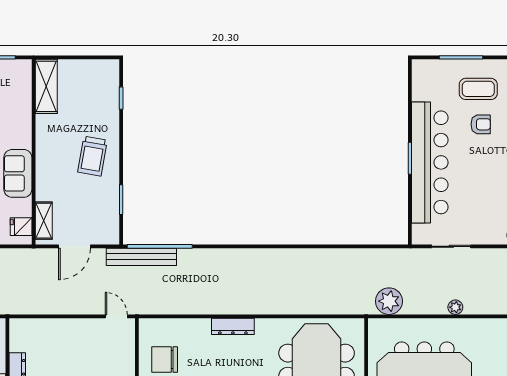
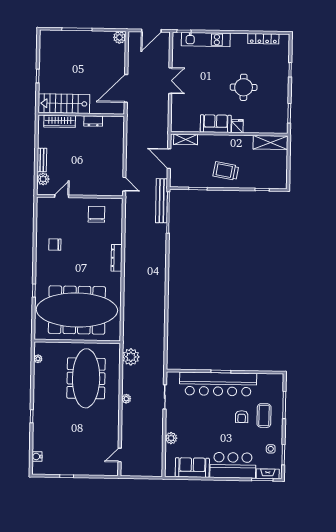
fridge: (21, 227) -> (237, 126), moved
door: (116, 316) -> (124, 184), hinge flipped

